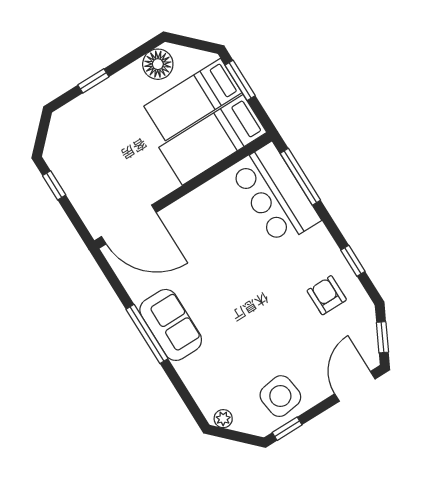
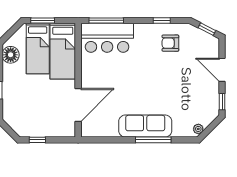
door: (129, 224) -> (78, 105), moved
sofa: (171, 325) -> (145, 126), width x1.36
window: (147, 334) -> (153, 140), moved
door: (355, 386) -> (222, 70), moved
side table: (280, 396) -> (205, 95), removed

